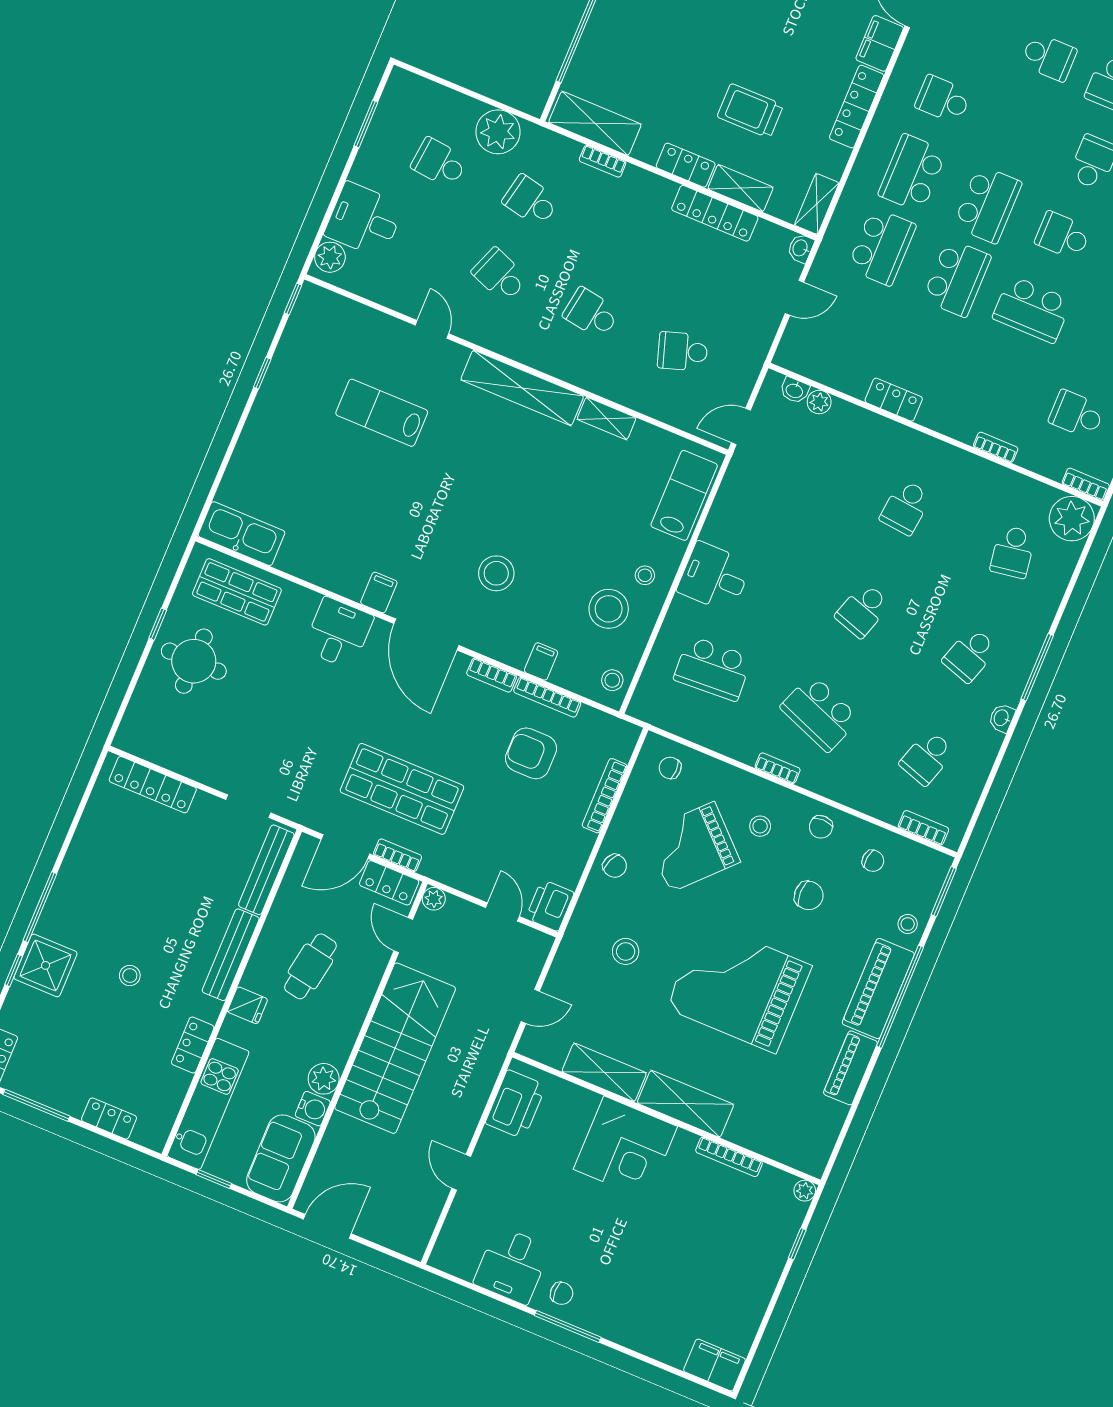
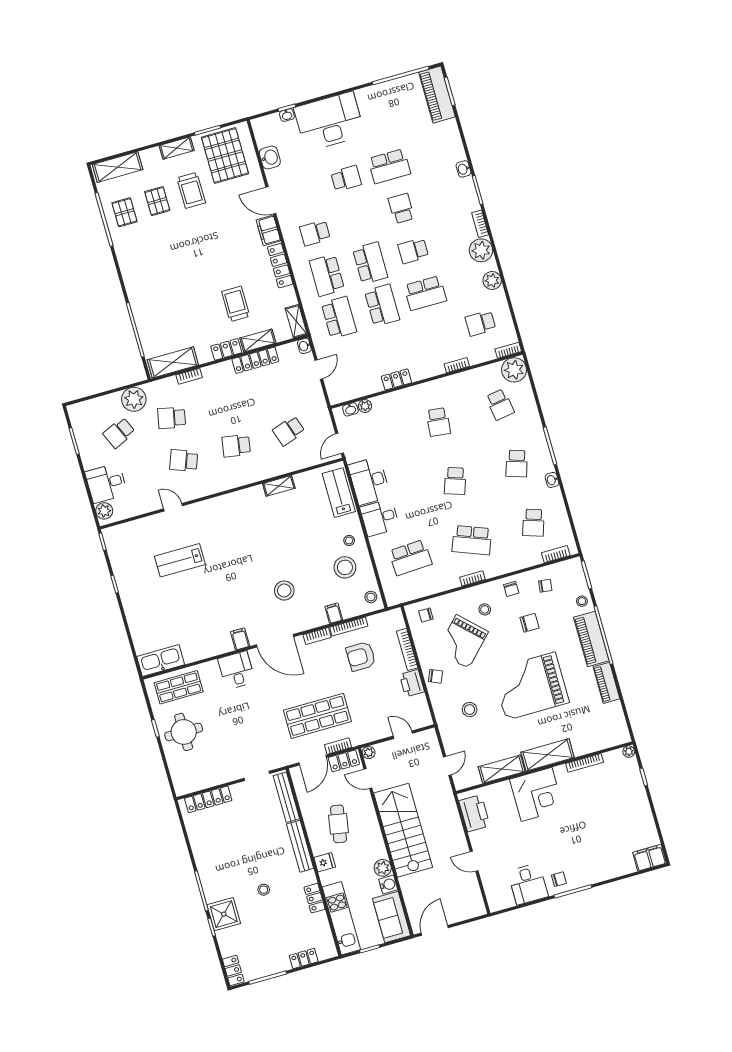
trolley: (750, 111) -> (236, 304), turned 90
school desk: (439, 163) -> (119, 433), turned -30
shelving: (522, 388) -> (232, 502), removed
desk: (741, 513) -> (369, 481), added
printer: (550, 905) -> (412, 683), moved

